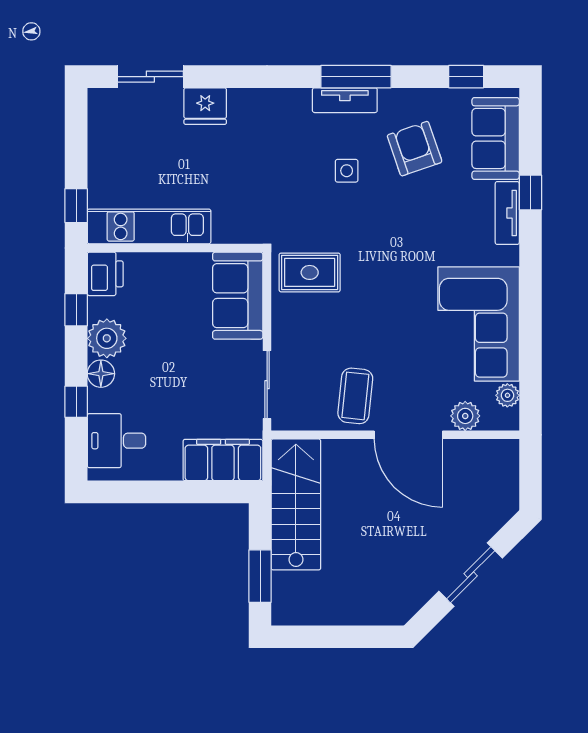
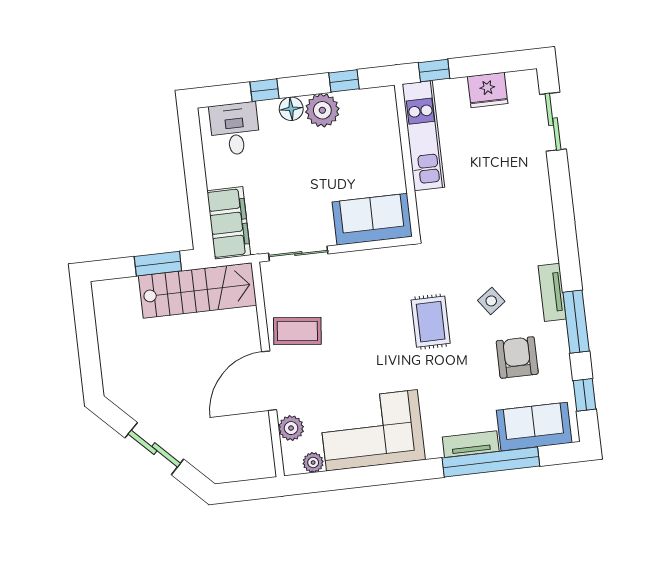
window: (356, 77) -> (576, 322), moved
fridge: (205, 106) -> (488, 90), moved, turned -90
armchair: (415, 149) -> (517, 357), turned -71
side table: (347, 171) -> (491, 301), turned -36
window: (530, 192) -> (491, 462), width x3.17
rug: (310, 272) -> (431, 322), moved
printer: (105, 274) -> (378, 102), removed
window: (260, 576) -> (158, 264), moved

